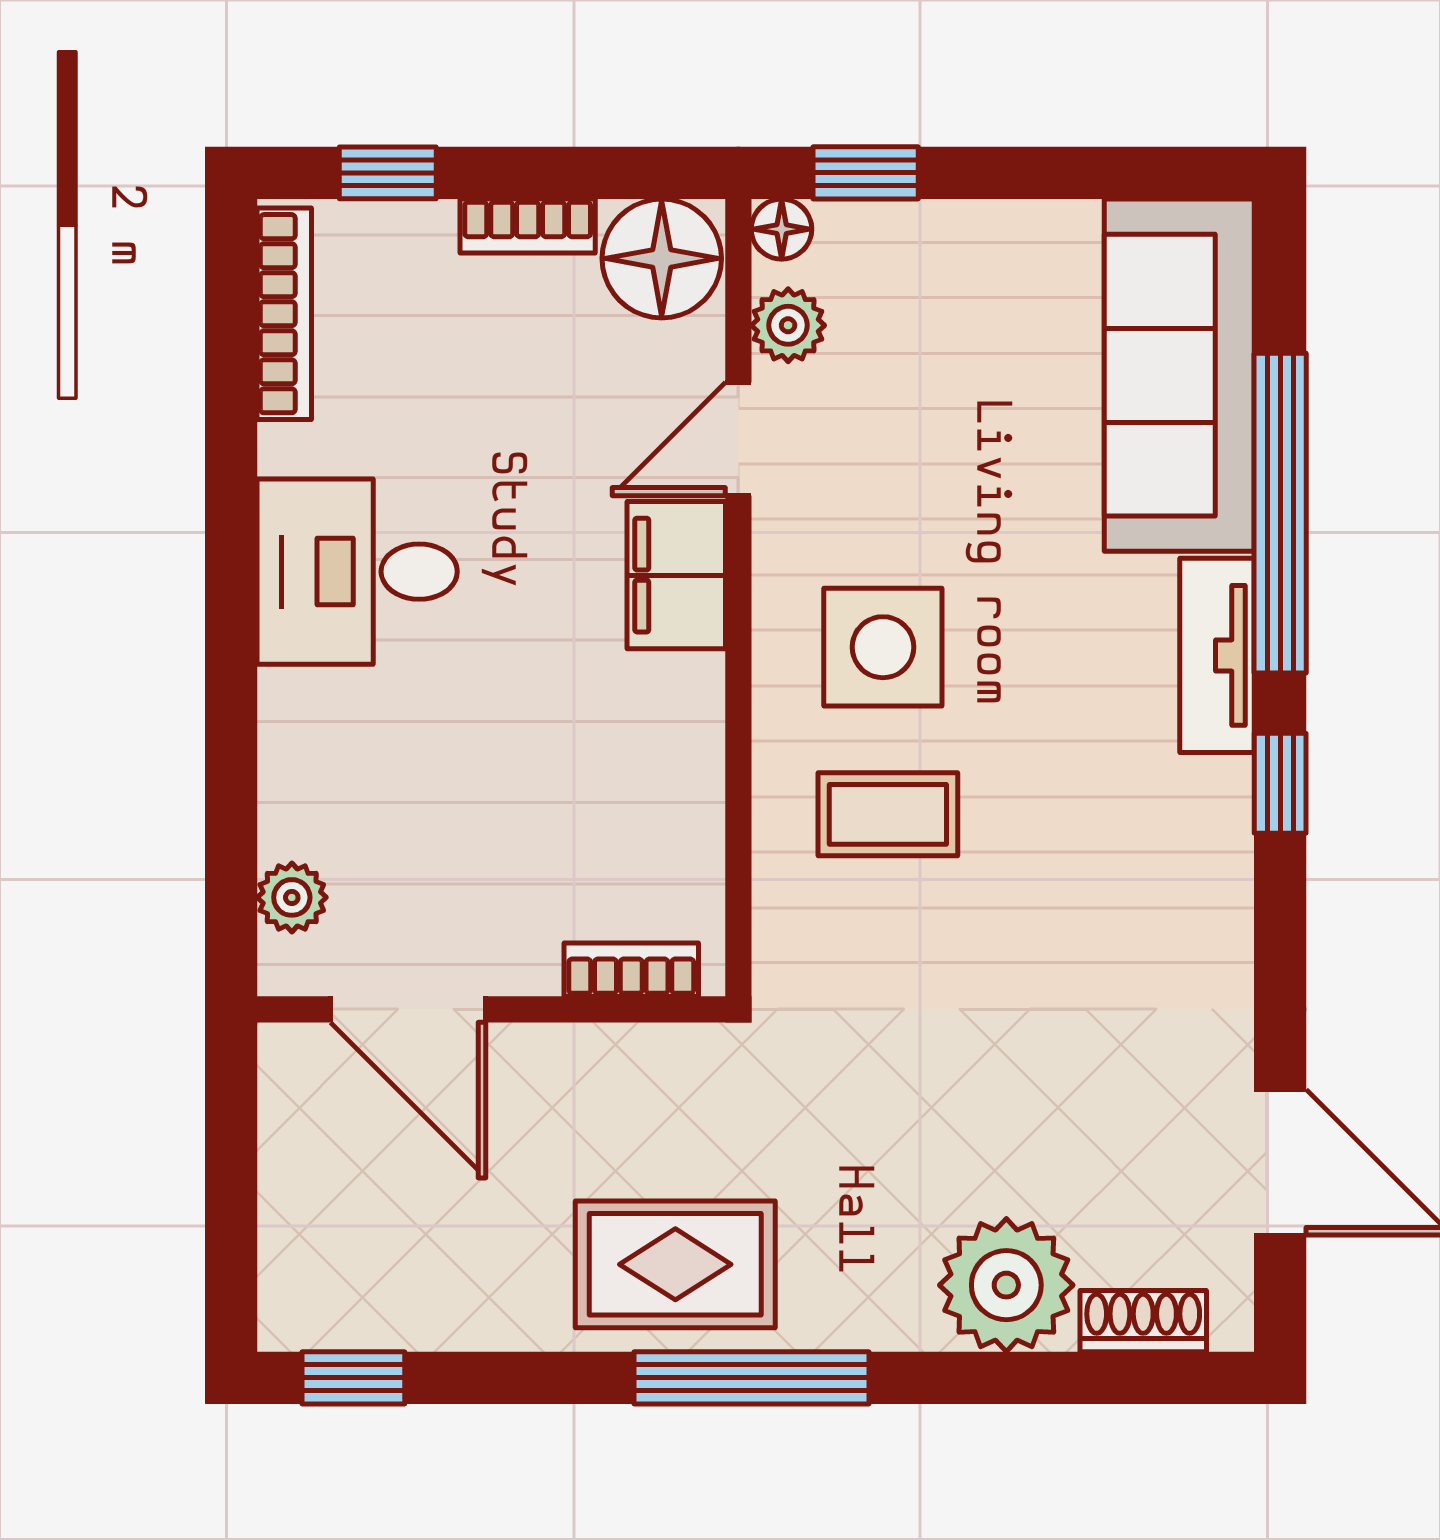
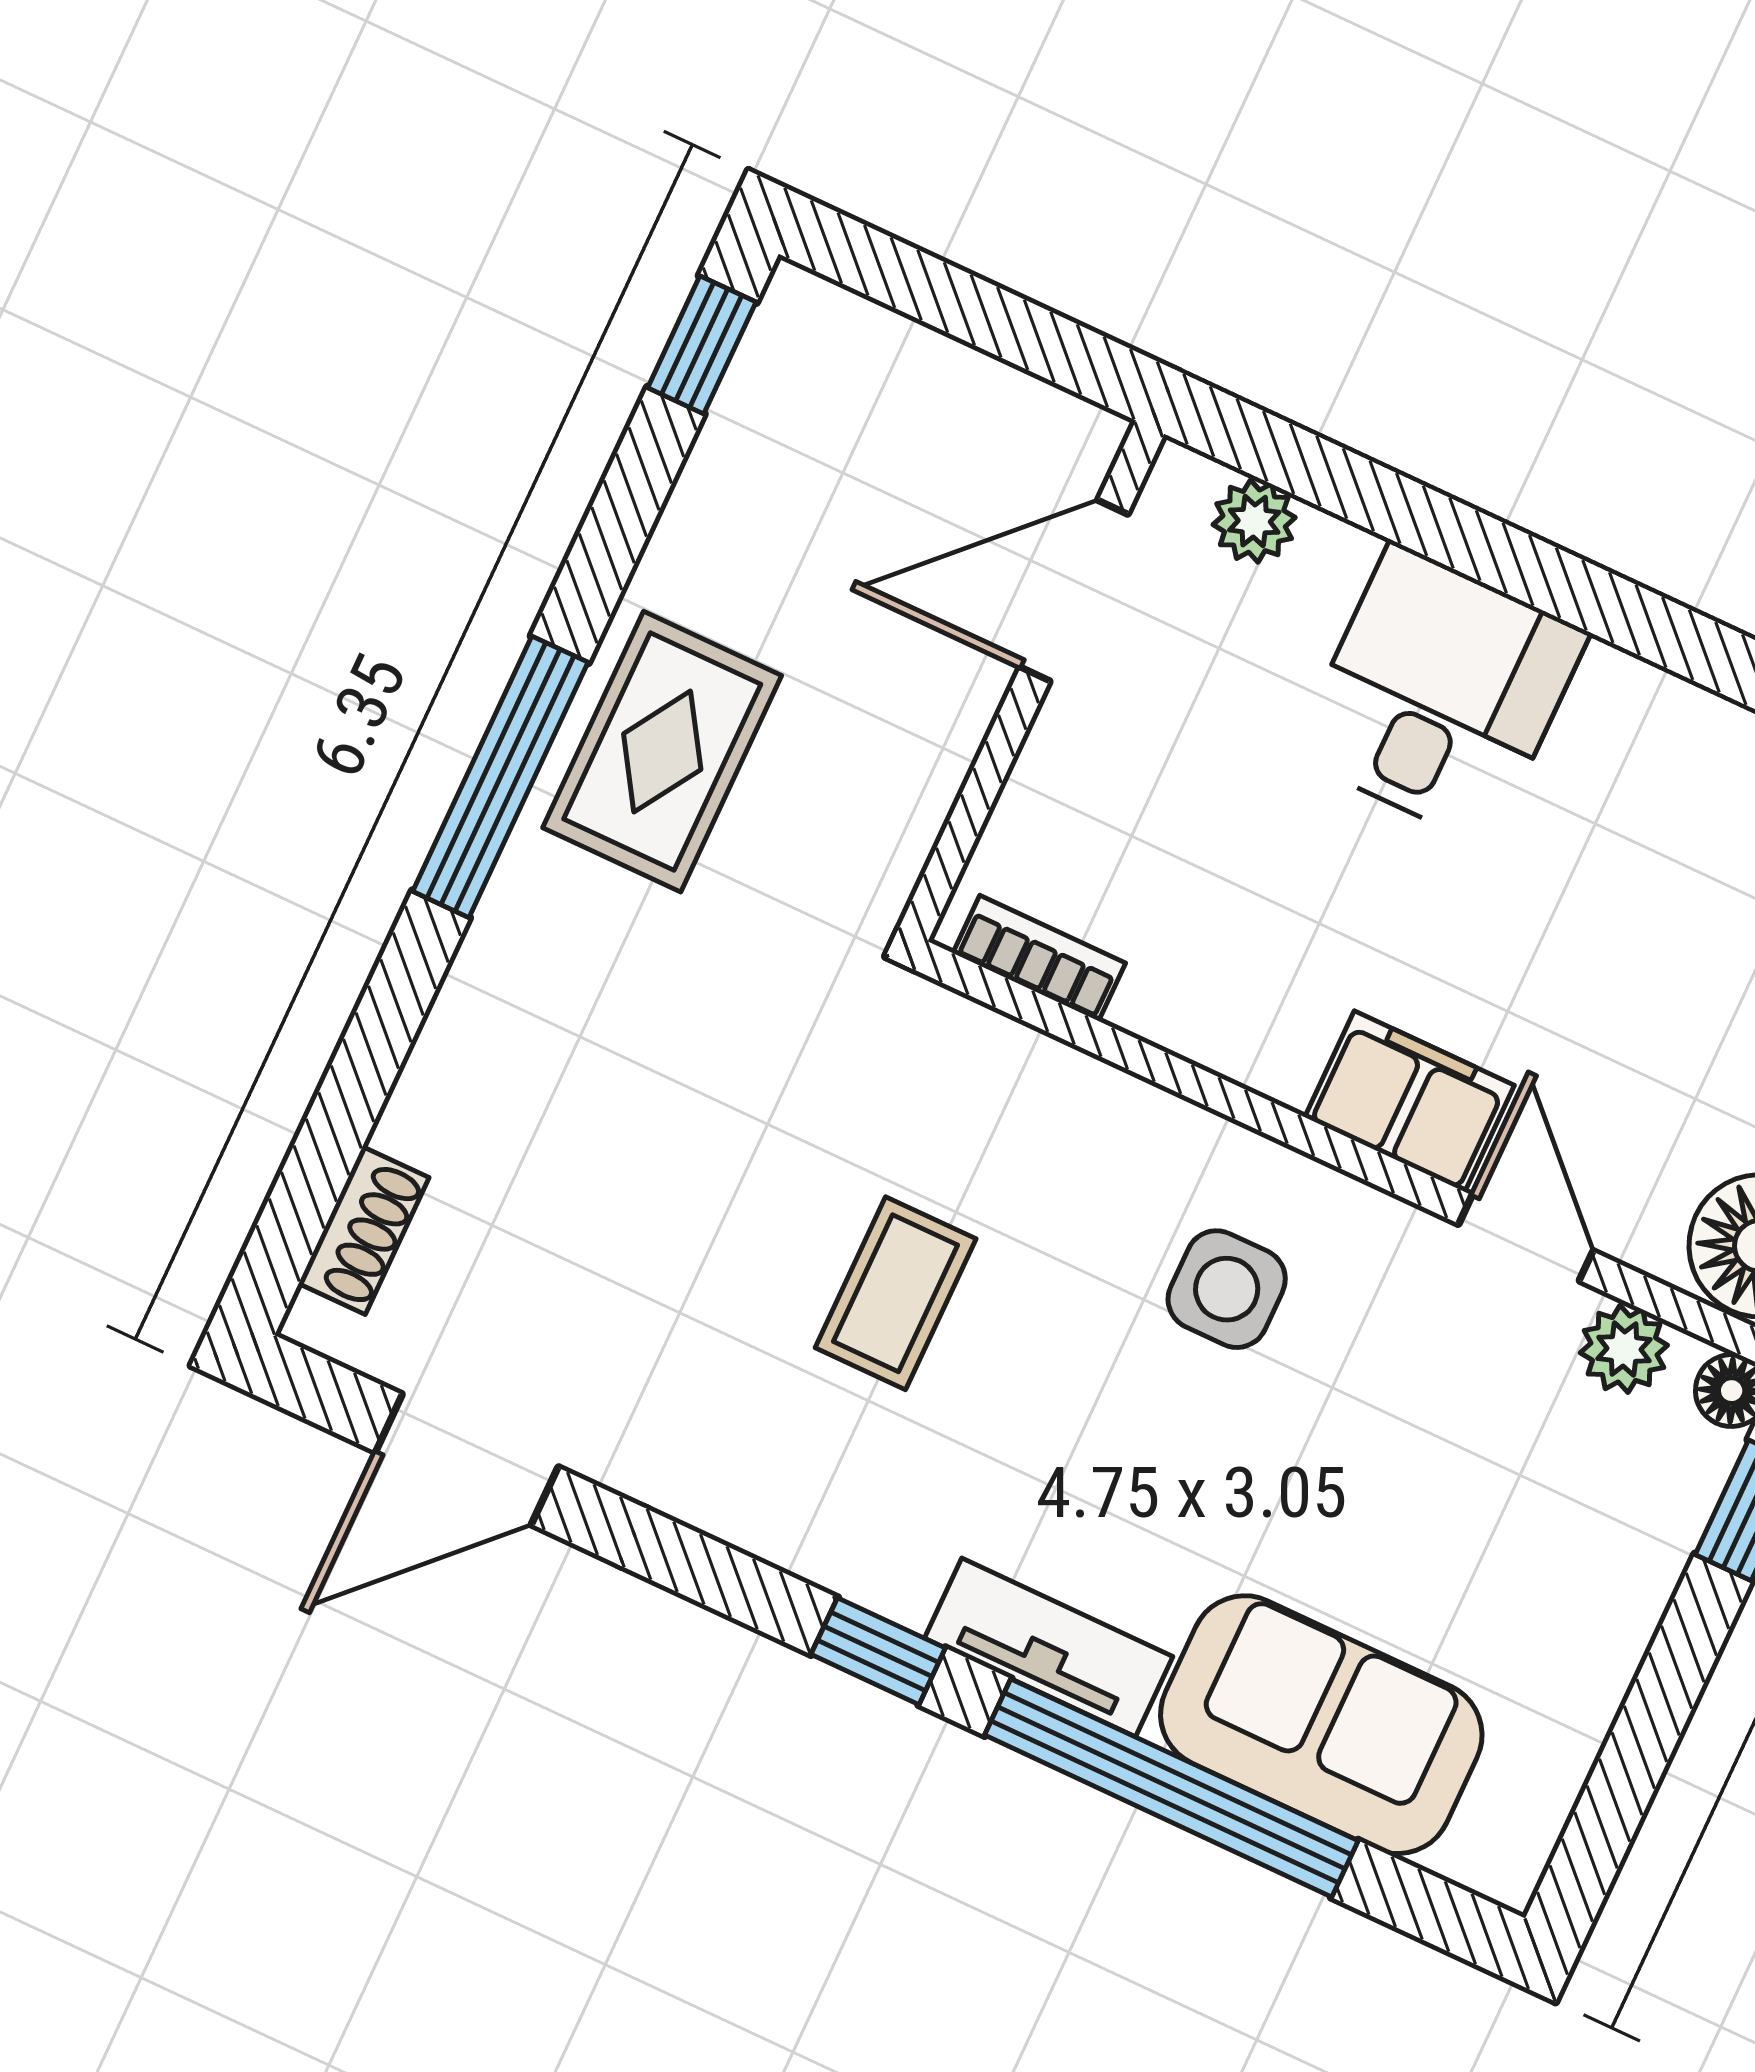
sofa: (1179, 375) -> (1321, 1725), width x0.73
desk: (357, 572) -> (1440, 694), moved
side table: (883, 647) -> (1227, 1289), width x0.73, depth x0.73
coffee table: (888, 814) -> (896, 1293), moved
bookcase: (631, 970) -> (1039, 958), moved, turned -90
plant: (1006, 1285) -> (472, 1100), removed

